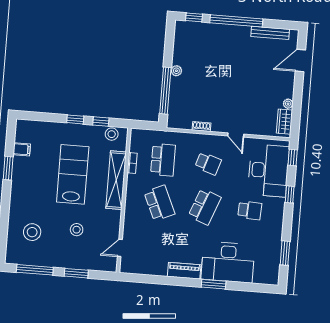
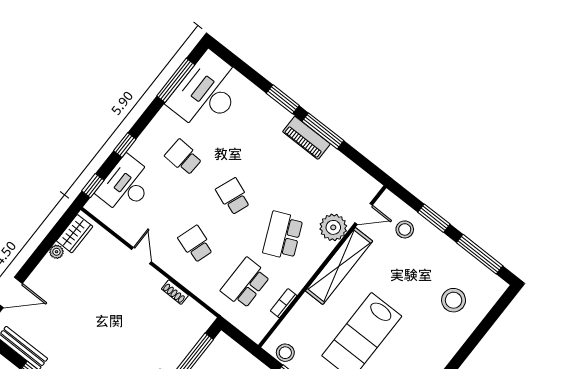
desk: (268, 170) -> (126, 185), width x0.73, depth x0.77
shelving: (116, 180) -> (339, 266), moved
school desk: (205, 207) -> (233, 196), width x0.54
plant: (133, 228) -> (333, 227), added
stool: (77, 230) -> (405, 229), moved
window: (285, 253) -> (176, 80), width x1.44
desk: (228, 262) -> (207, 92), moved, turned -90
window: (177, 281) -> (323, 131), added

